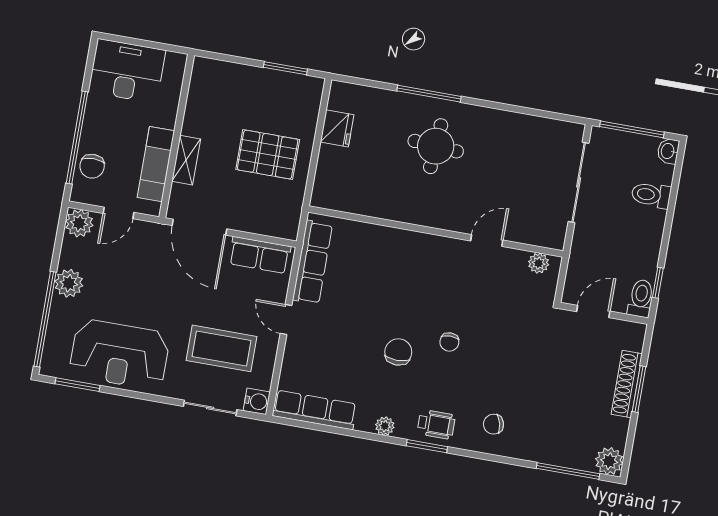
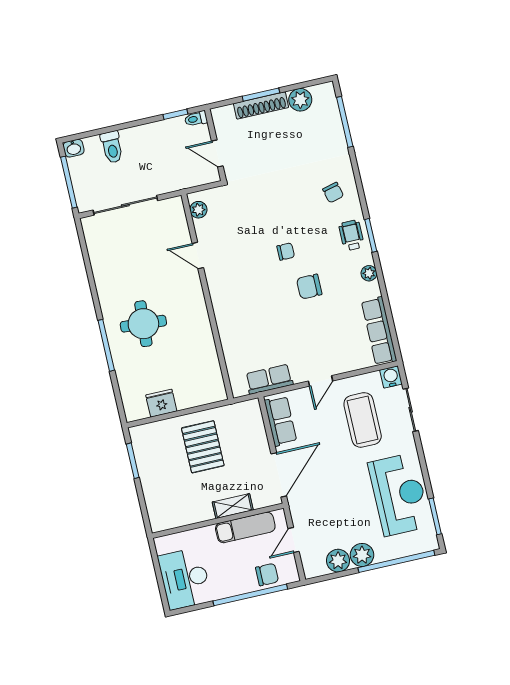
door: (118, 213) -> (294, 540), swing flipped
plant: (79, 223) -> (338, 561), moved
row of seats: (312, 262) -> (269, 379), width x0.68
toilet: (641, 298) -> (196, 119), width x0.73, depth x0.72
plant: (609, 461) -> (300, 100), moved

